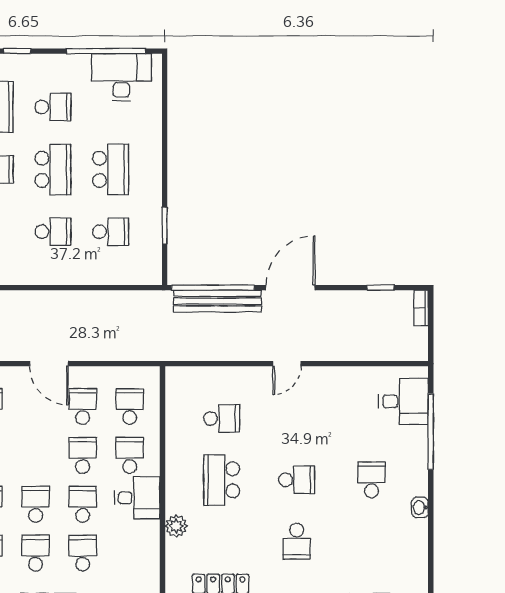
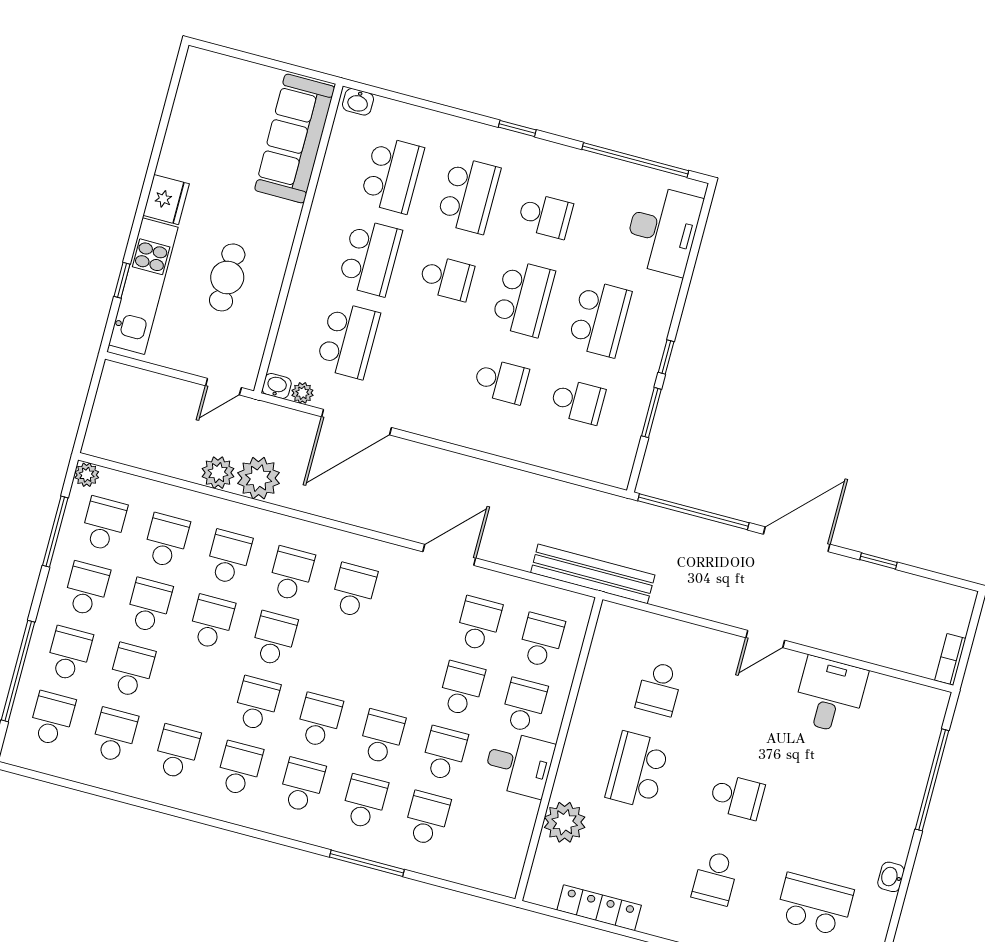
desk: (121, 77) -> (663, 230), moved, turned 90
window: (165, 184) -> (666, 357), added
window: (380, 288) -> (879, 561), moved
bench: (217, 301) -> (593, 574), moved
bookcase: (421, 308) -> (950, 659), moved
door: (49, 364) -> (449, 555), swing flipped
desk: (403, 401) -> (830, 695), moved, turned -90
school desk: (222, 418) -> (659, 689), turned 90
school desk: (372, 480) -> (815, 904), moved, width x1.85
plant: (176, 526) -> (565, 822), width x1.36, depth x1.36

